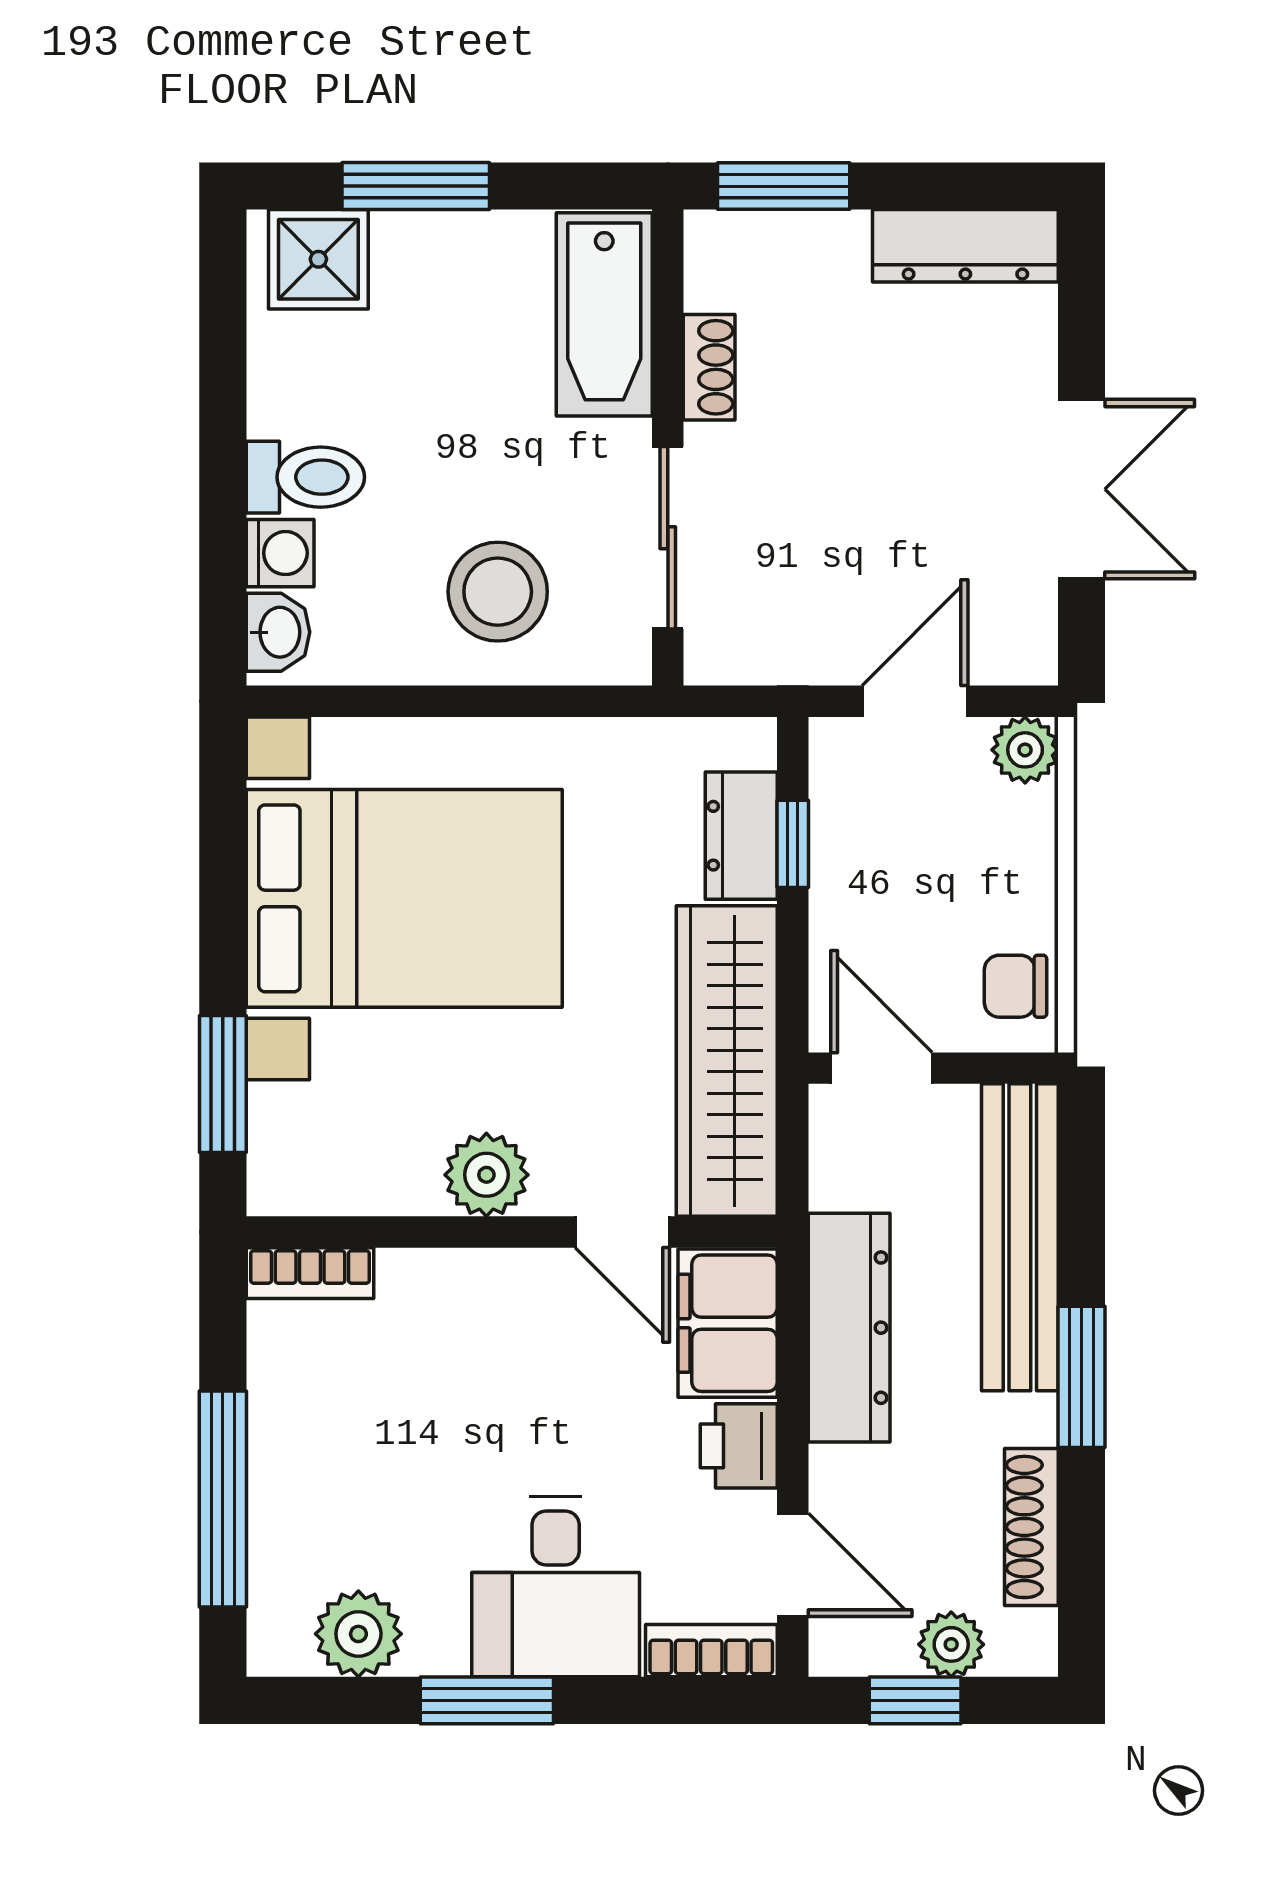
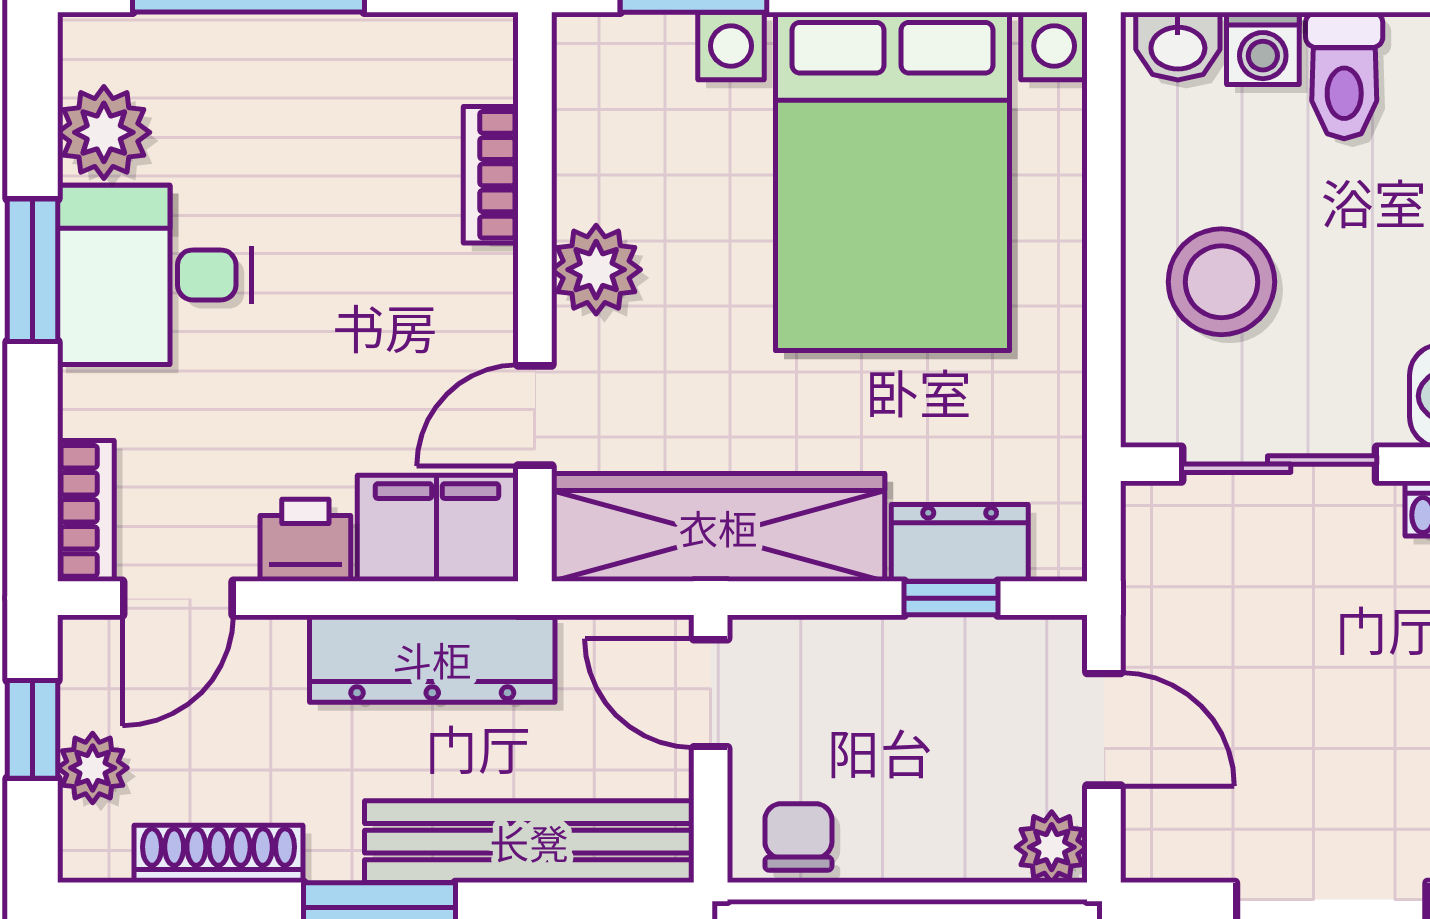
door: (881, 1068) -> (711, 693), swing flipped
bookcase: (310, 1273) -> (491, 175), moved
desk: (556, 1587) -> (154, 275), moved

